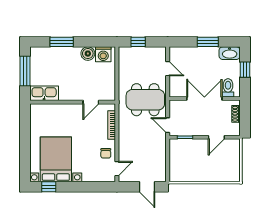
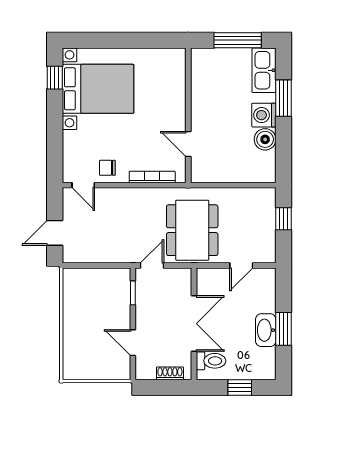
washbasin: (230, 53) -> (266, 330), moved
washing machine: (103, 54) -> (264, 115), moved
kitchen sink: (44, 93) -> (264, 70), moved, turned 180

